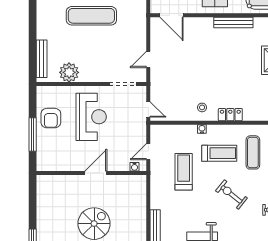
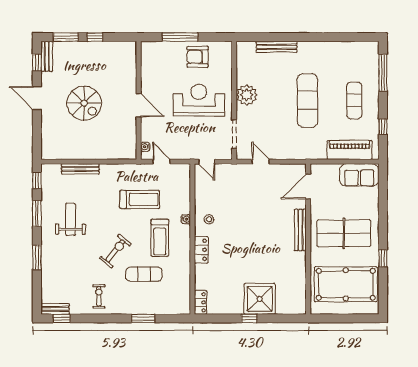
bench: (233, 22) -> (300, 230), moved
bench: (42, 59) -> (277, 47), moved
plant: (69, 72) -> (247, 95), moved
door: (148, 110) -> (207, 162), hinge flipped
reception desk: (91, 117) -> (199, 100), turned 180
exercise mat: (253, 152) -> (144, 274), moved
window: (33, 214) -> (95, 37), added

